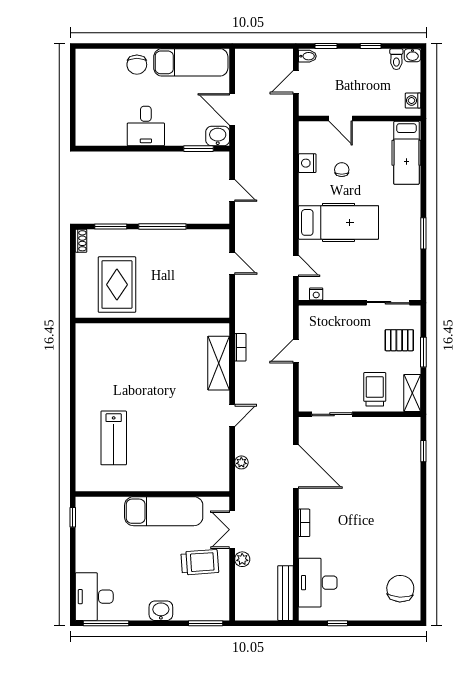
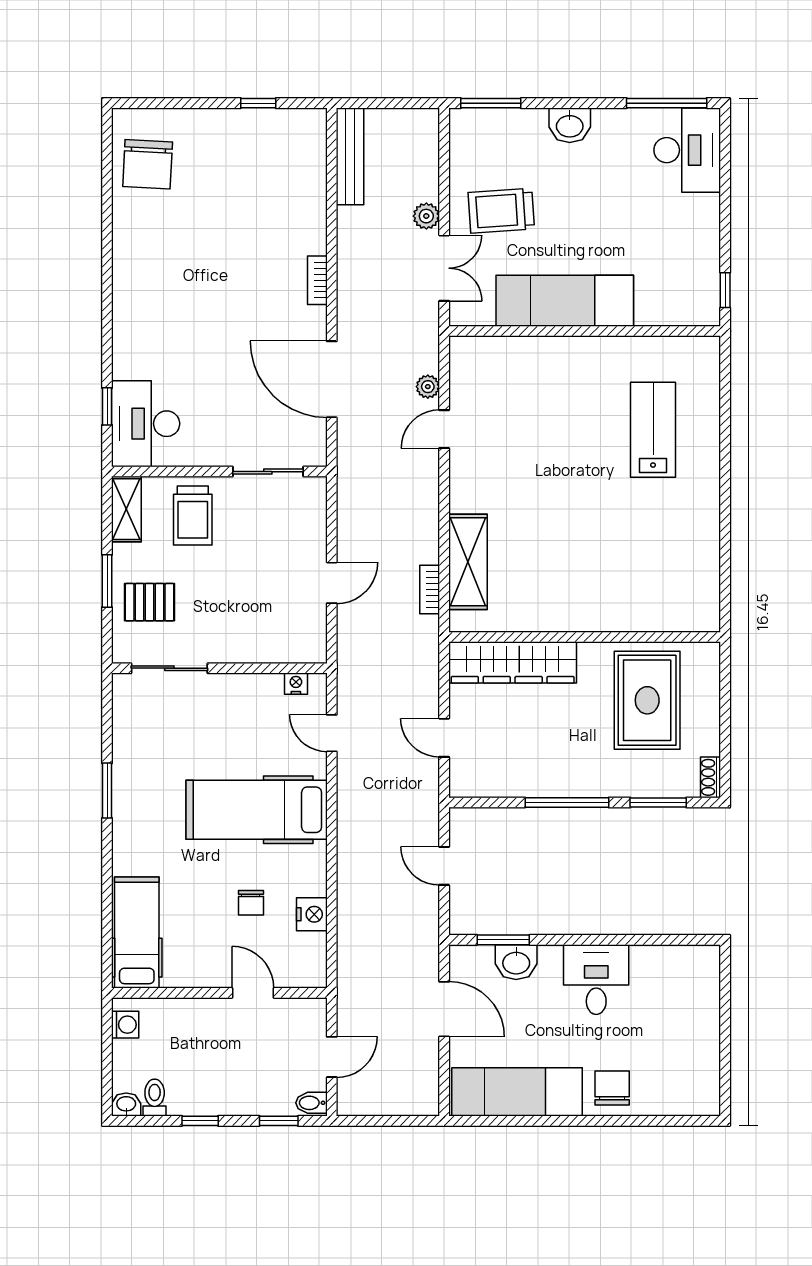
washbasin: (218, 136) -> (516, 962), moved
wardrobe: (193, 306) -> (513, 662), added
door: (232, 415) -> (444, 429), moved
desk: (318, 583) -> (146, 424), moved, turned 180

